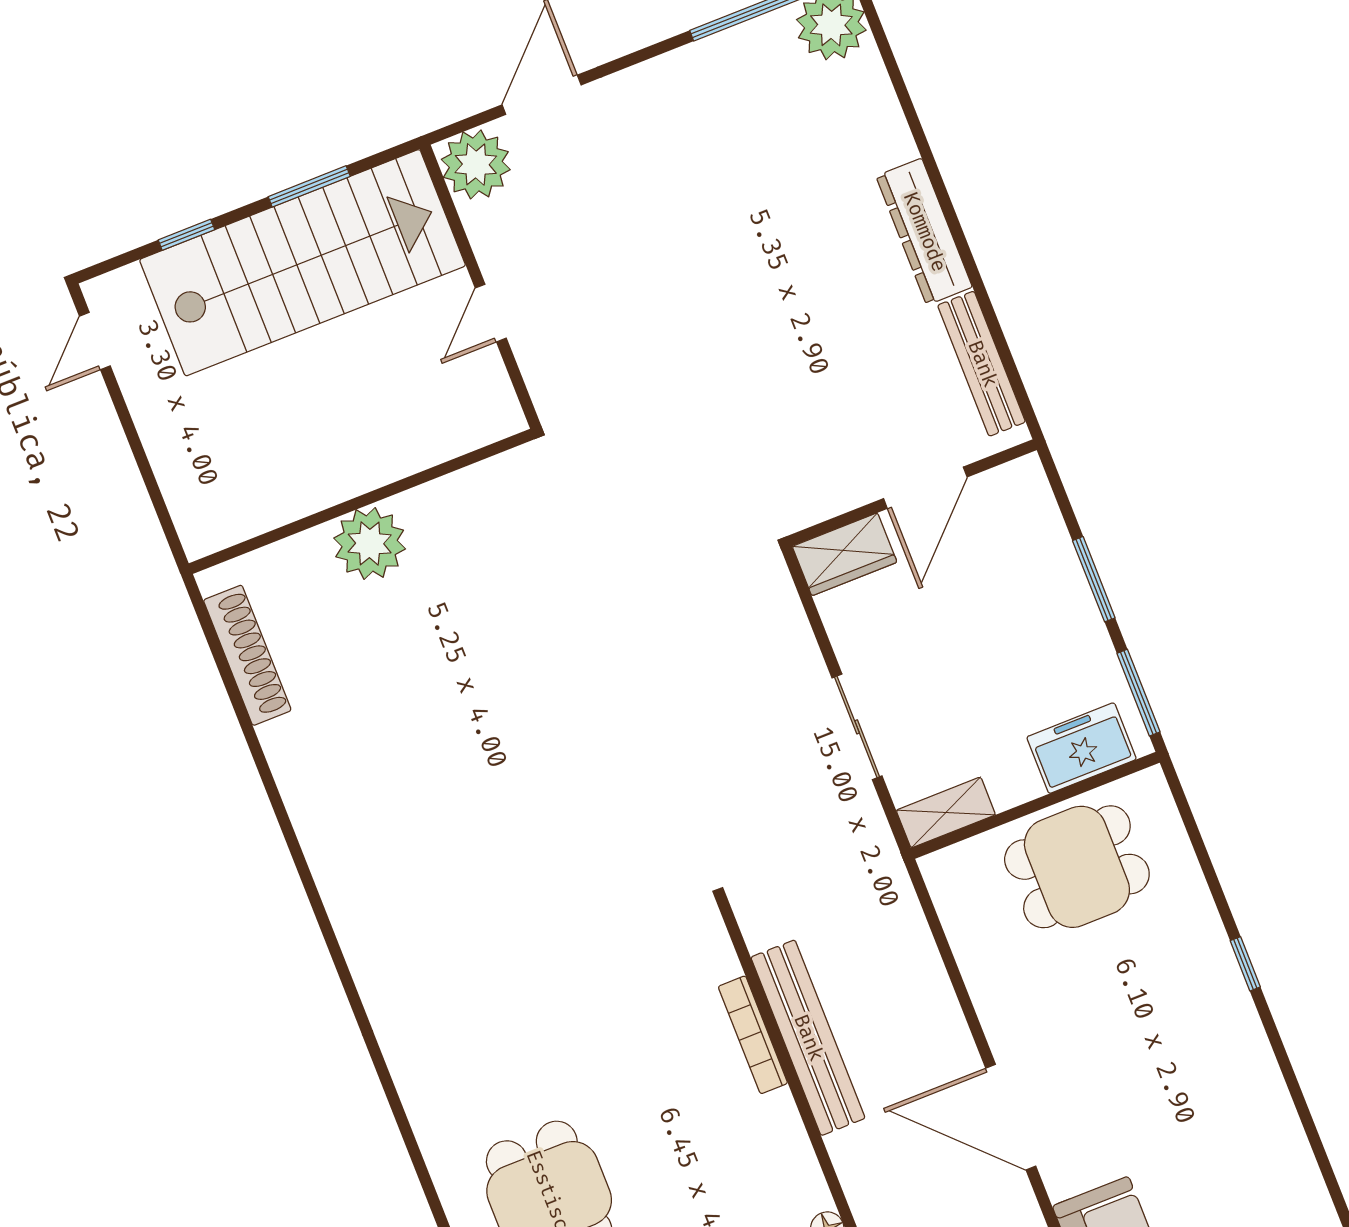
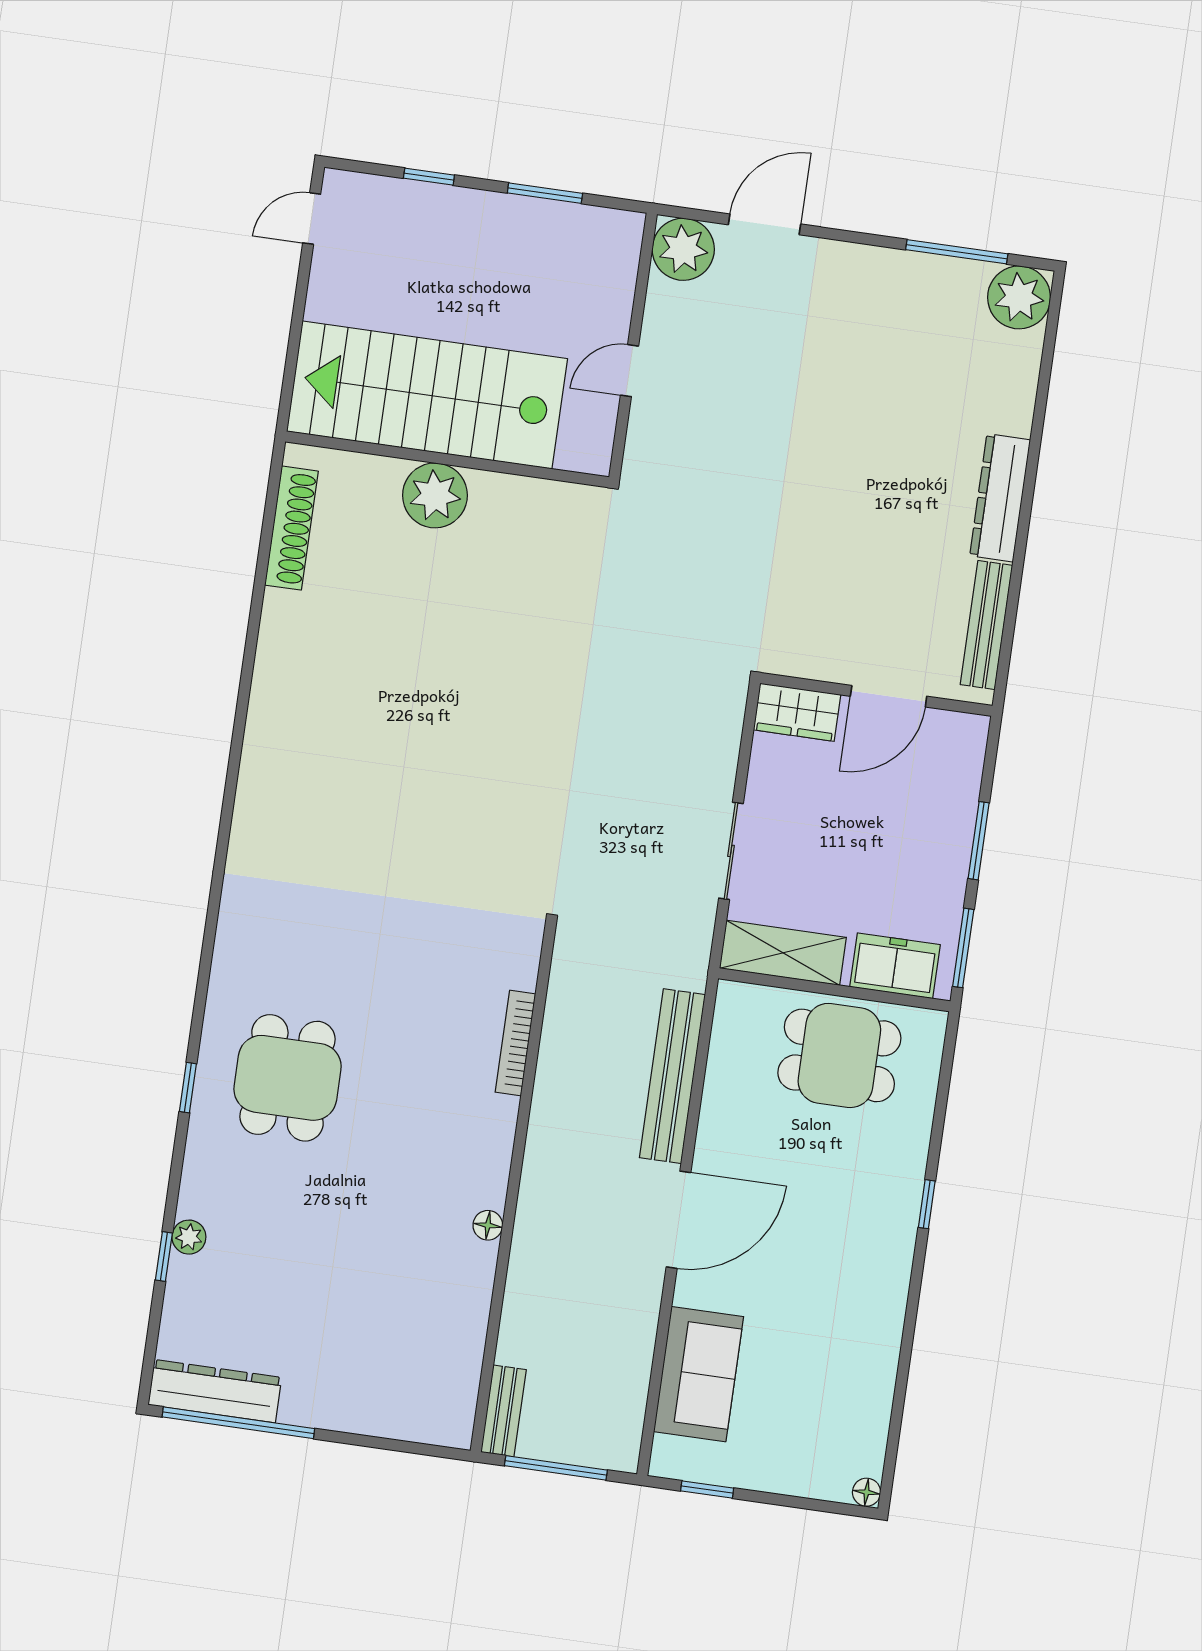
stairs: (303, 263) -> (427, 395), moved, turned 180
shelving: (946, 812) -> (783, 953), width x1.50, depth x1.33
bench: (808, 1038) -> (672, 1076), moved
door: (1011, 1117) -> (678, 1220), swing flipped

